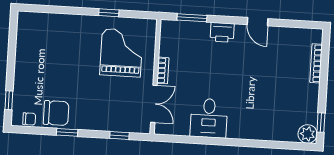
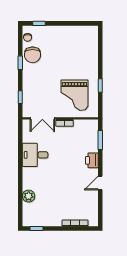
grand piano: (121, 53) -> (74, 95), turned 90
plant: (308, 134) -> (29, 196), moved

